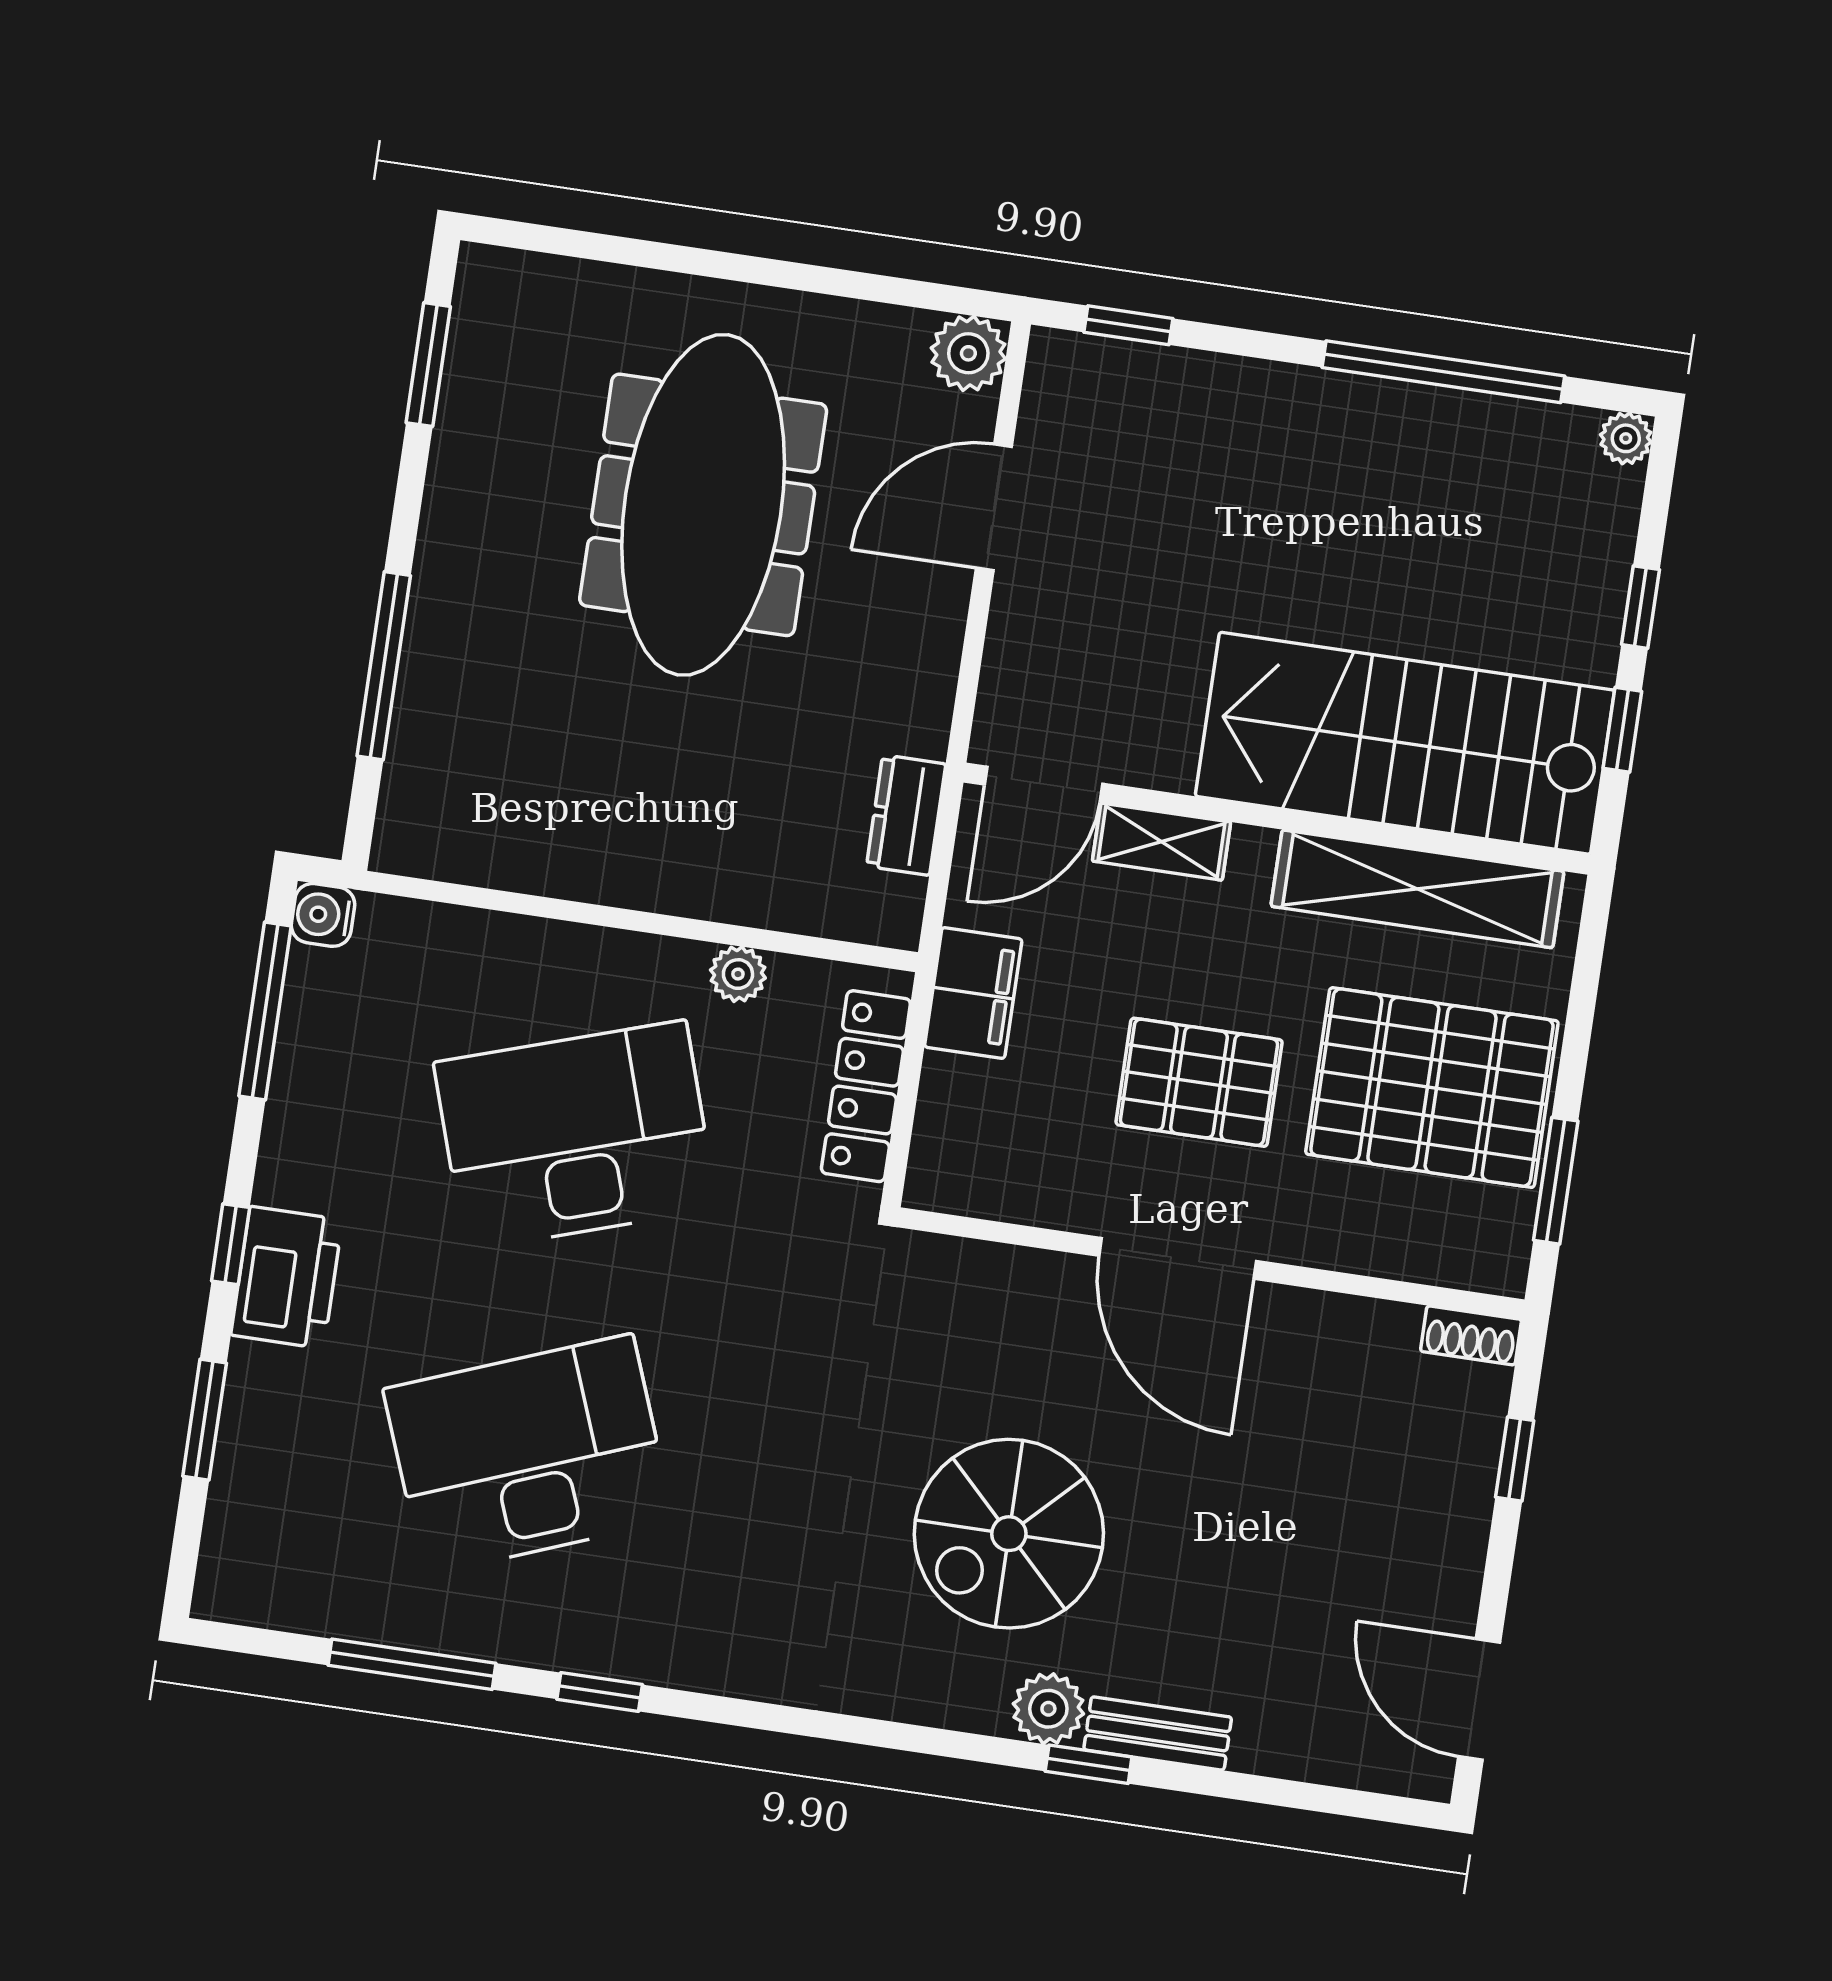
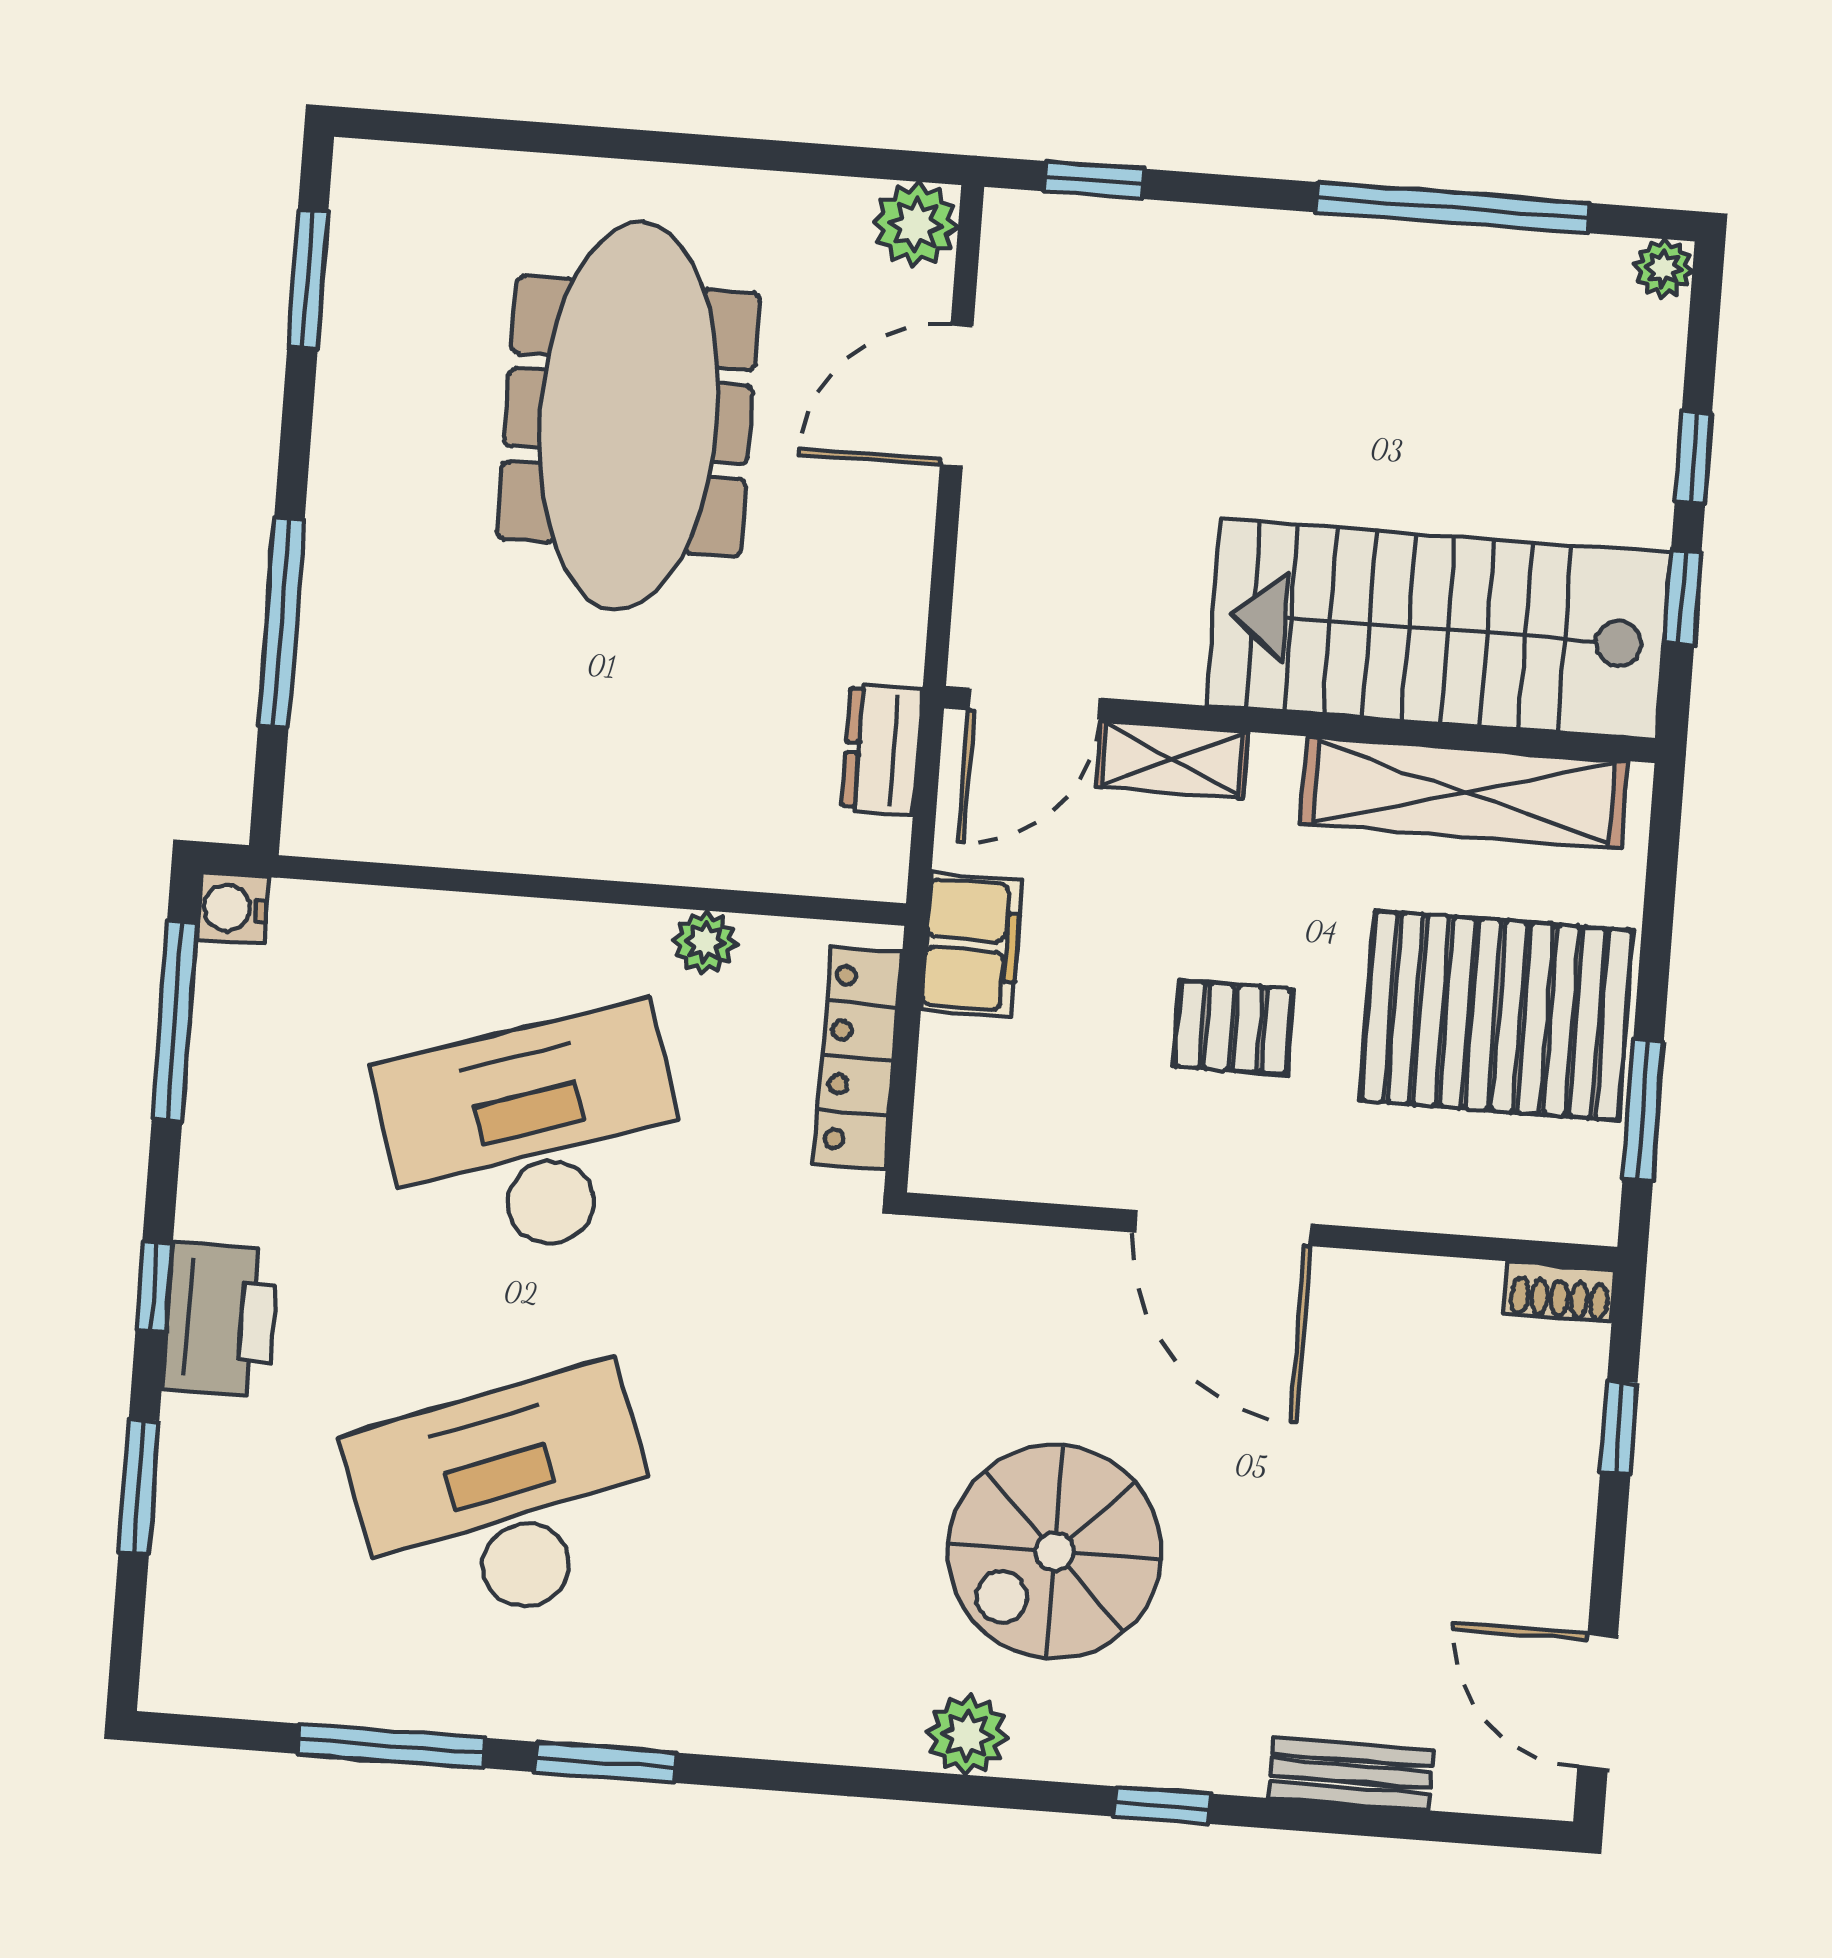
pallet: (1199, 1082) -> (1233, 1028), width x0.67, depth x0.71
window: (600, 1692) -> (606, 1762), width x1.50
plant: (1048, 1709) -> (967, 1735), moved
bench: (1158, 1733) -> (1351, 1774), moved

